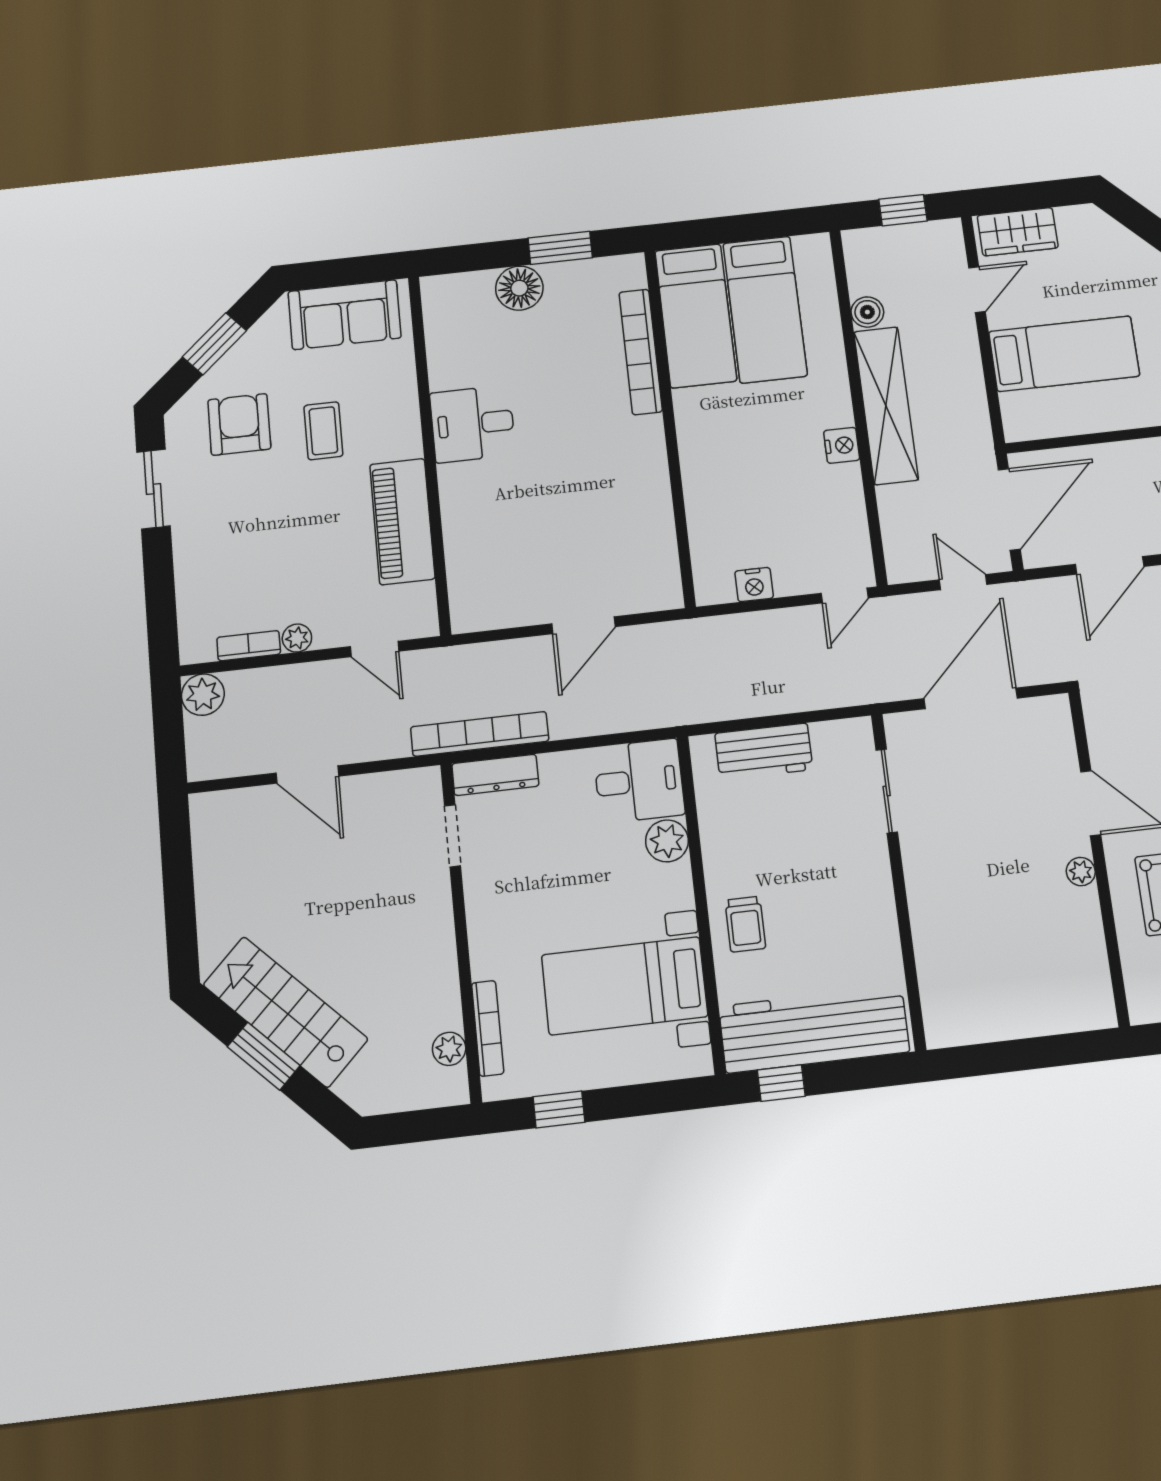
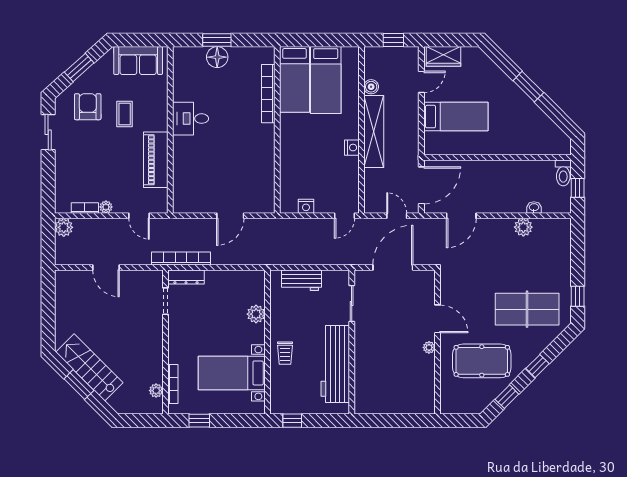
window: (560, 248) -> (217, 40), moved
desk: (639, 781) -> (247, 287), removed
workbench: (814, 1029) -> (335, 364), moved, turned -90

